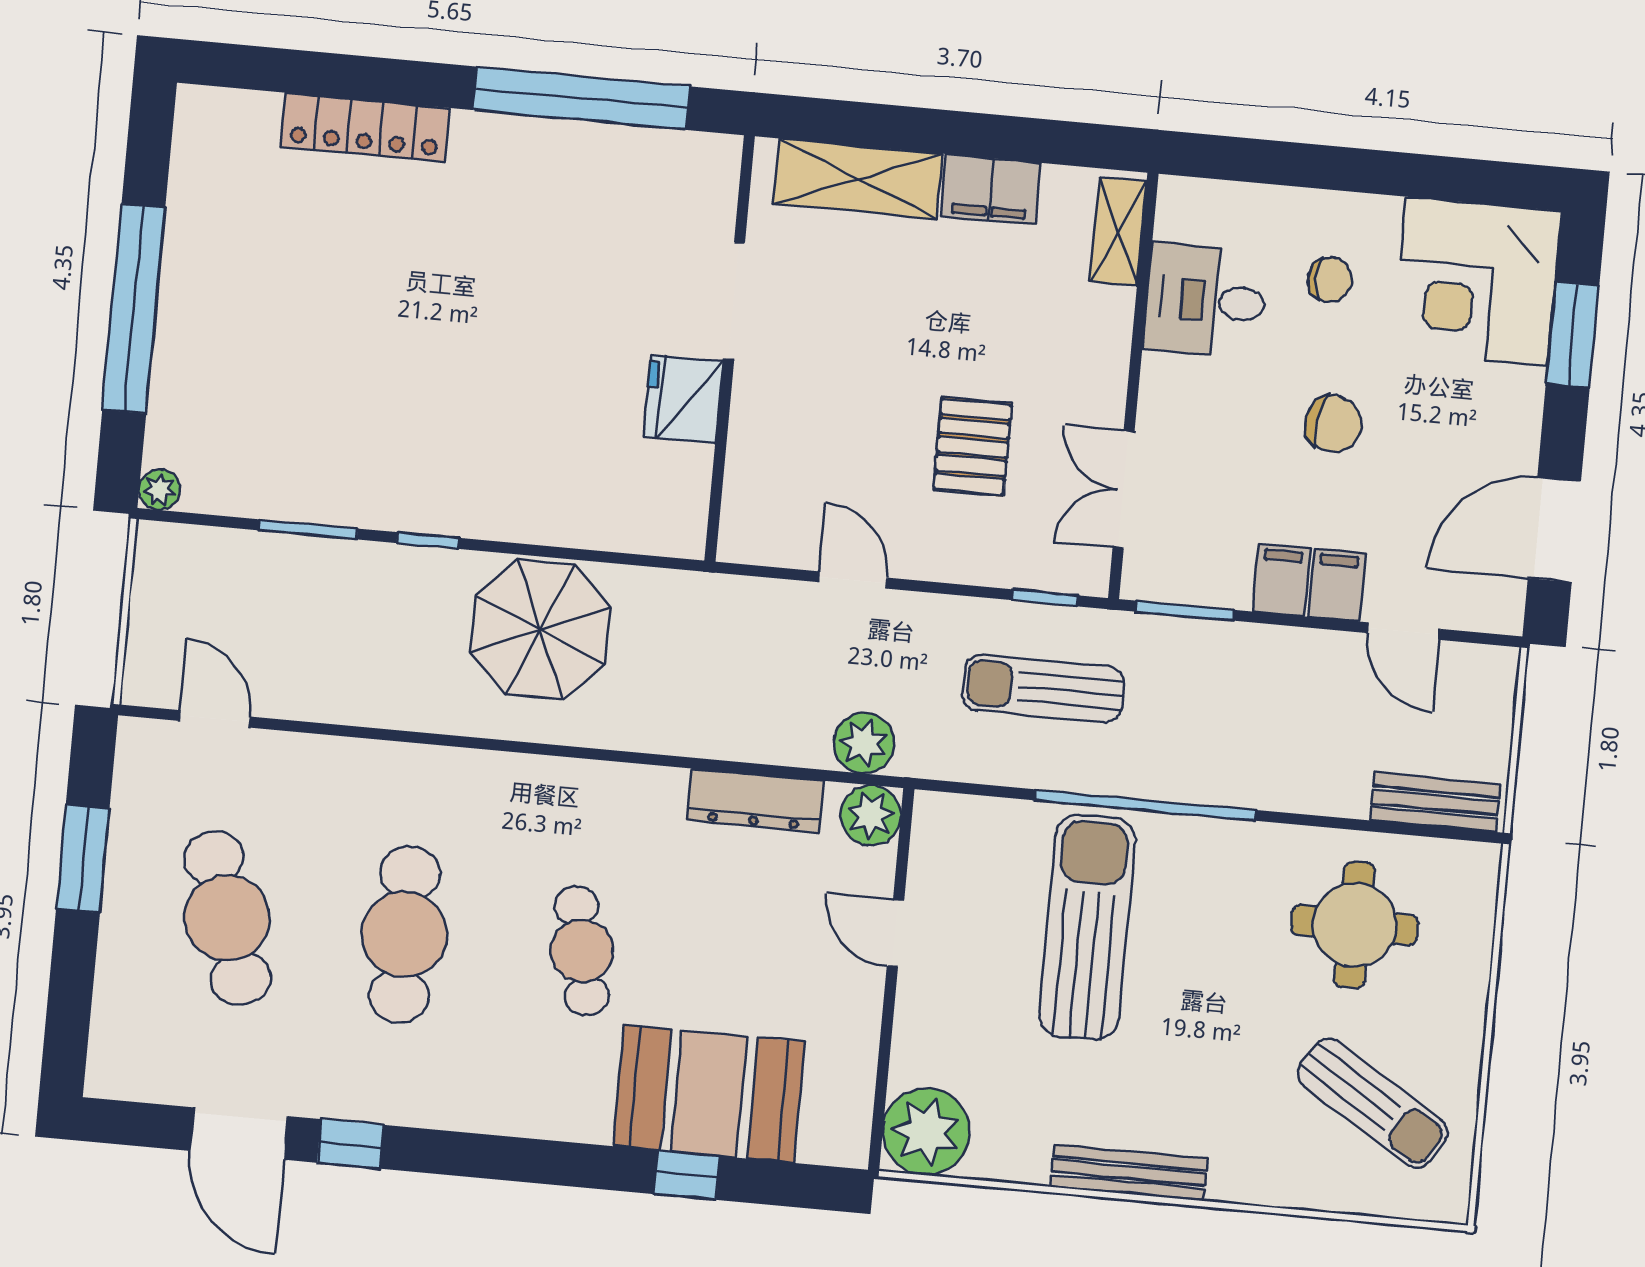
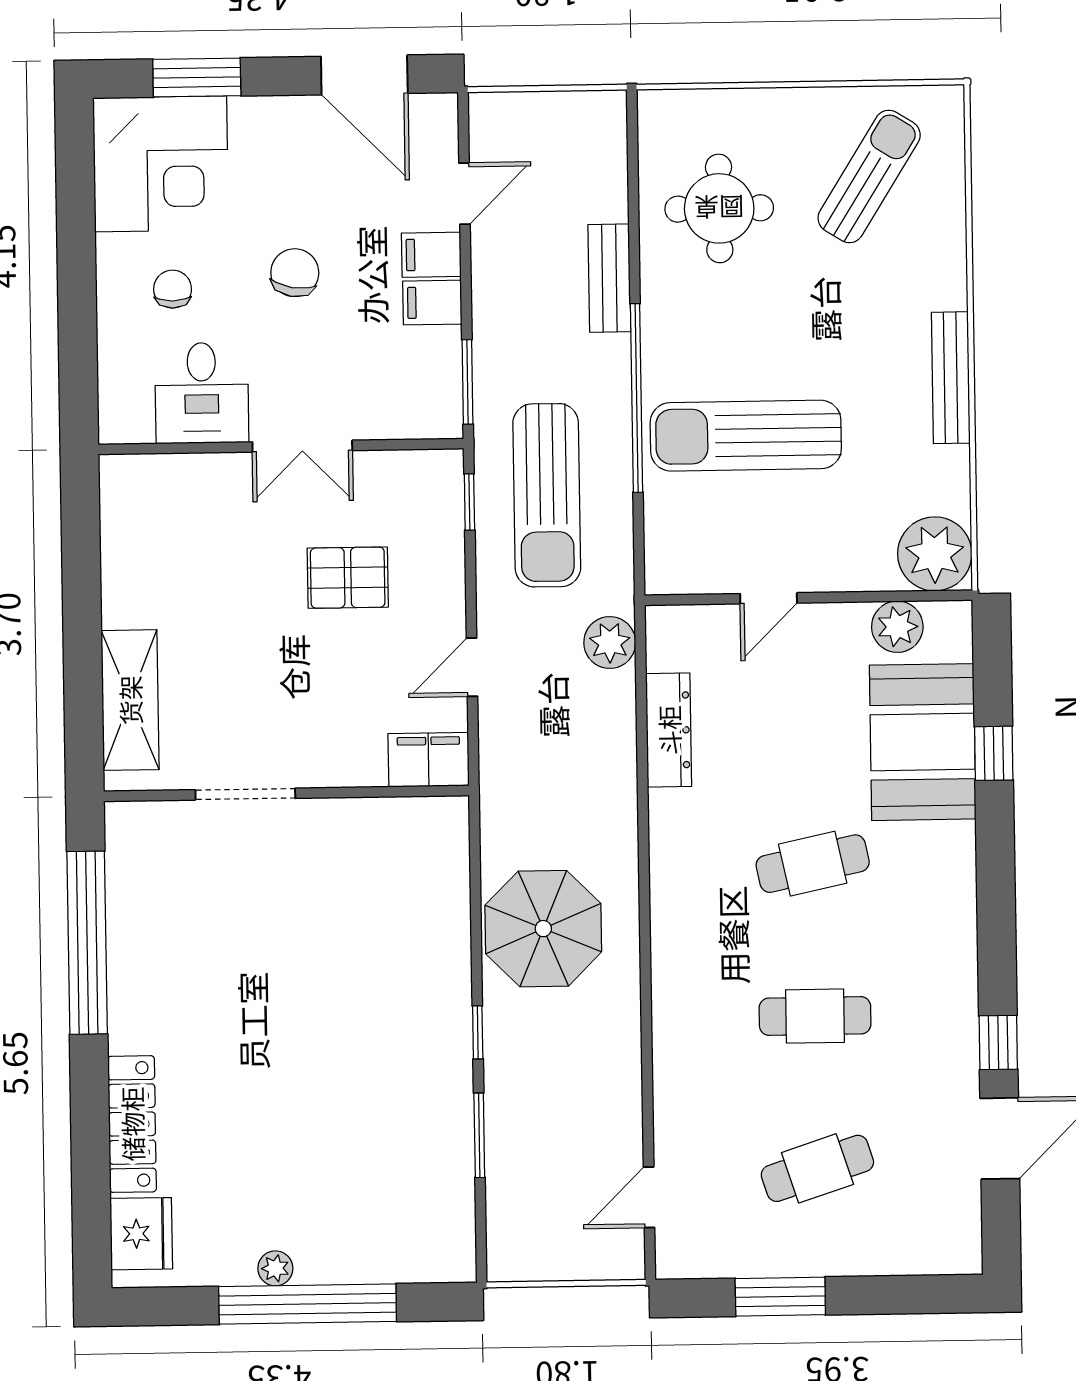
filing cabinet: (990, 190) -> (429, 760), moved, turned -90
shelving: (1118, 231) -> (151, 473), removed
fridge: (683, 399) -> (141, 1234), moved, turned -90
plant: (160, 490) -> (275, 1268), moved
double door: (1124, 490) -> (302, 446), moved
sun lounger: (1043, 688) -> (547, 495), width x1.36, depth x1.34
bench: (1435, 802) -> (609, 278), moved
plant: (871, 815) -> (897, 627), moved
cafe table: (227, 918) -> (817, 1168), width x0.73, depth x0.74
cafe table: (404, 934) -> (815, 1016), width x0.73, depth x0.74

